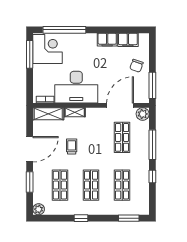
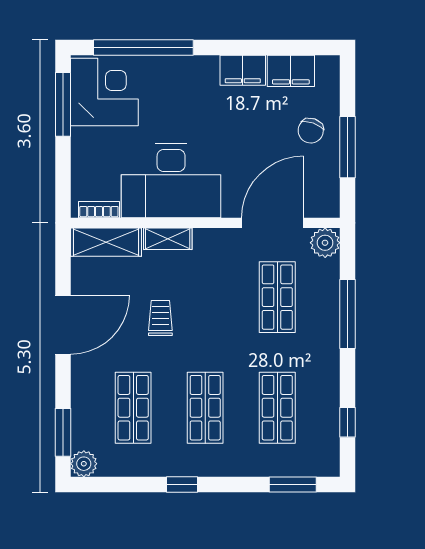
window: (152, 85) -> (347, 147), moved
window: (152, 176) -> (347, 422), moved
window: (30, 182) -> (63, 432), moved

